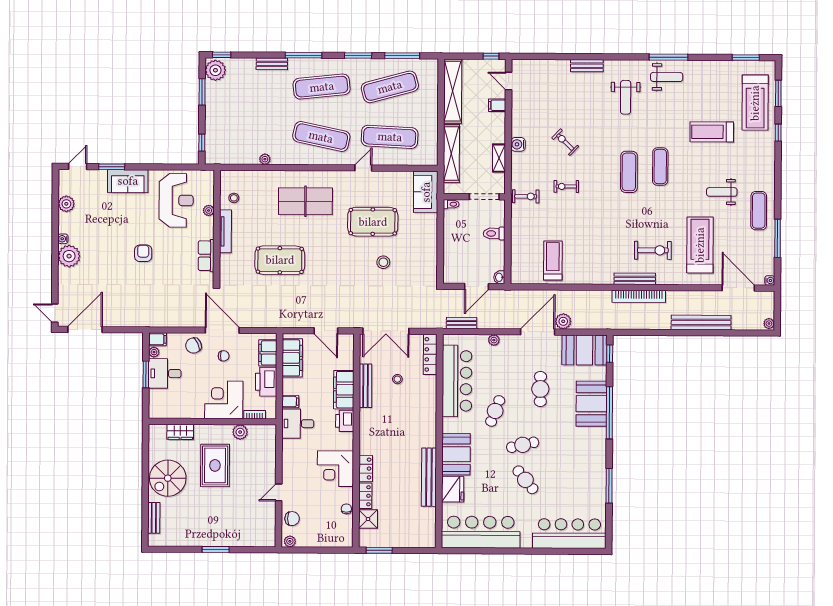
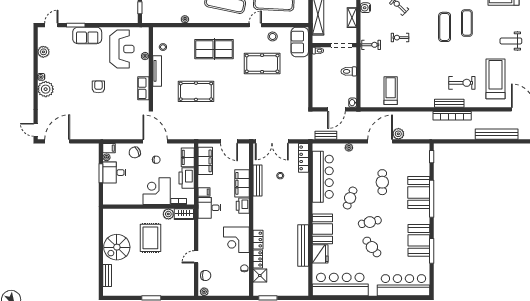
stool: (383, 262) -> (273, 36), moved
booth: (584, 350) -> (419, 240), moved, turned 90
wardrobe: (180, 432) -> (184, 214), moved

